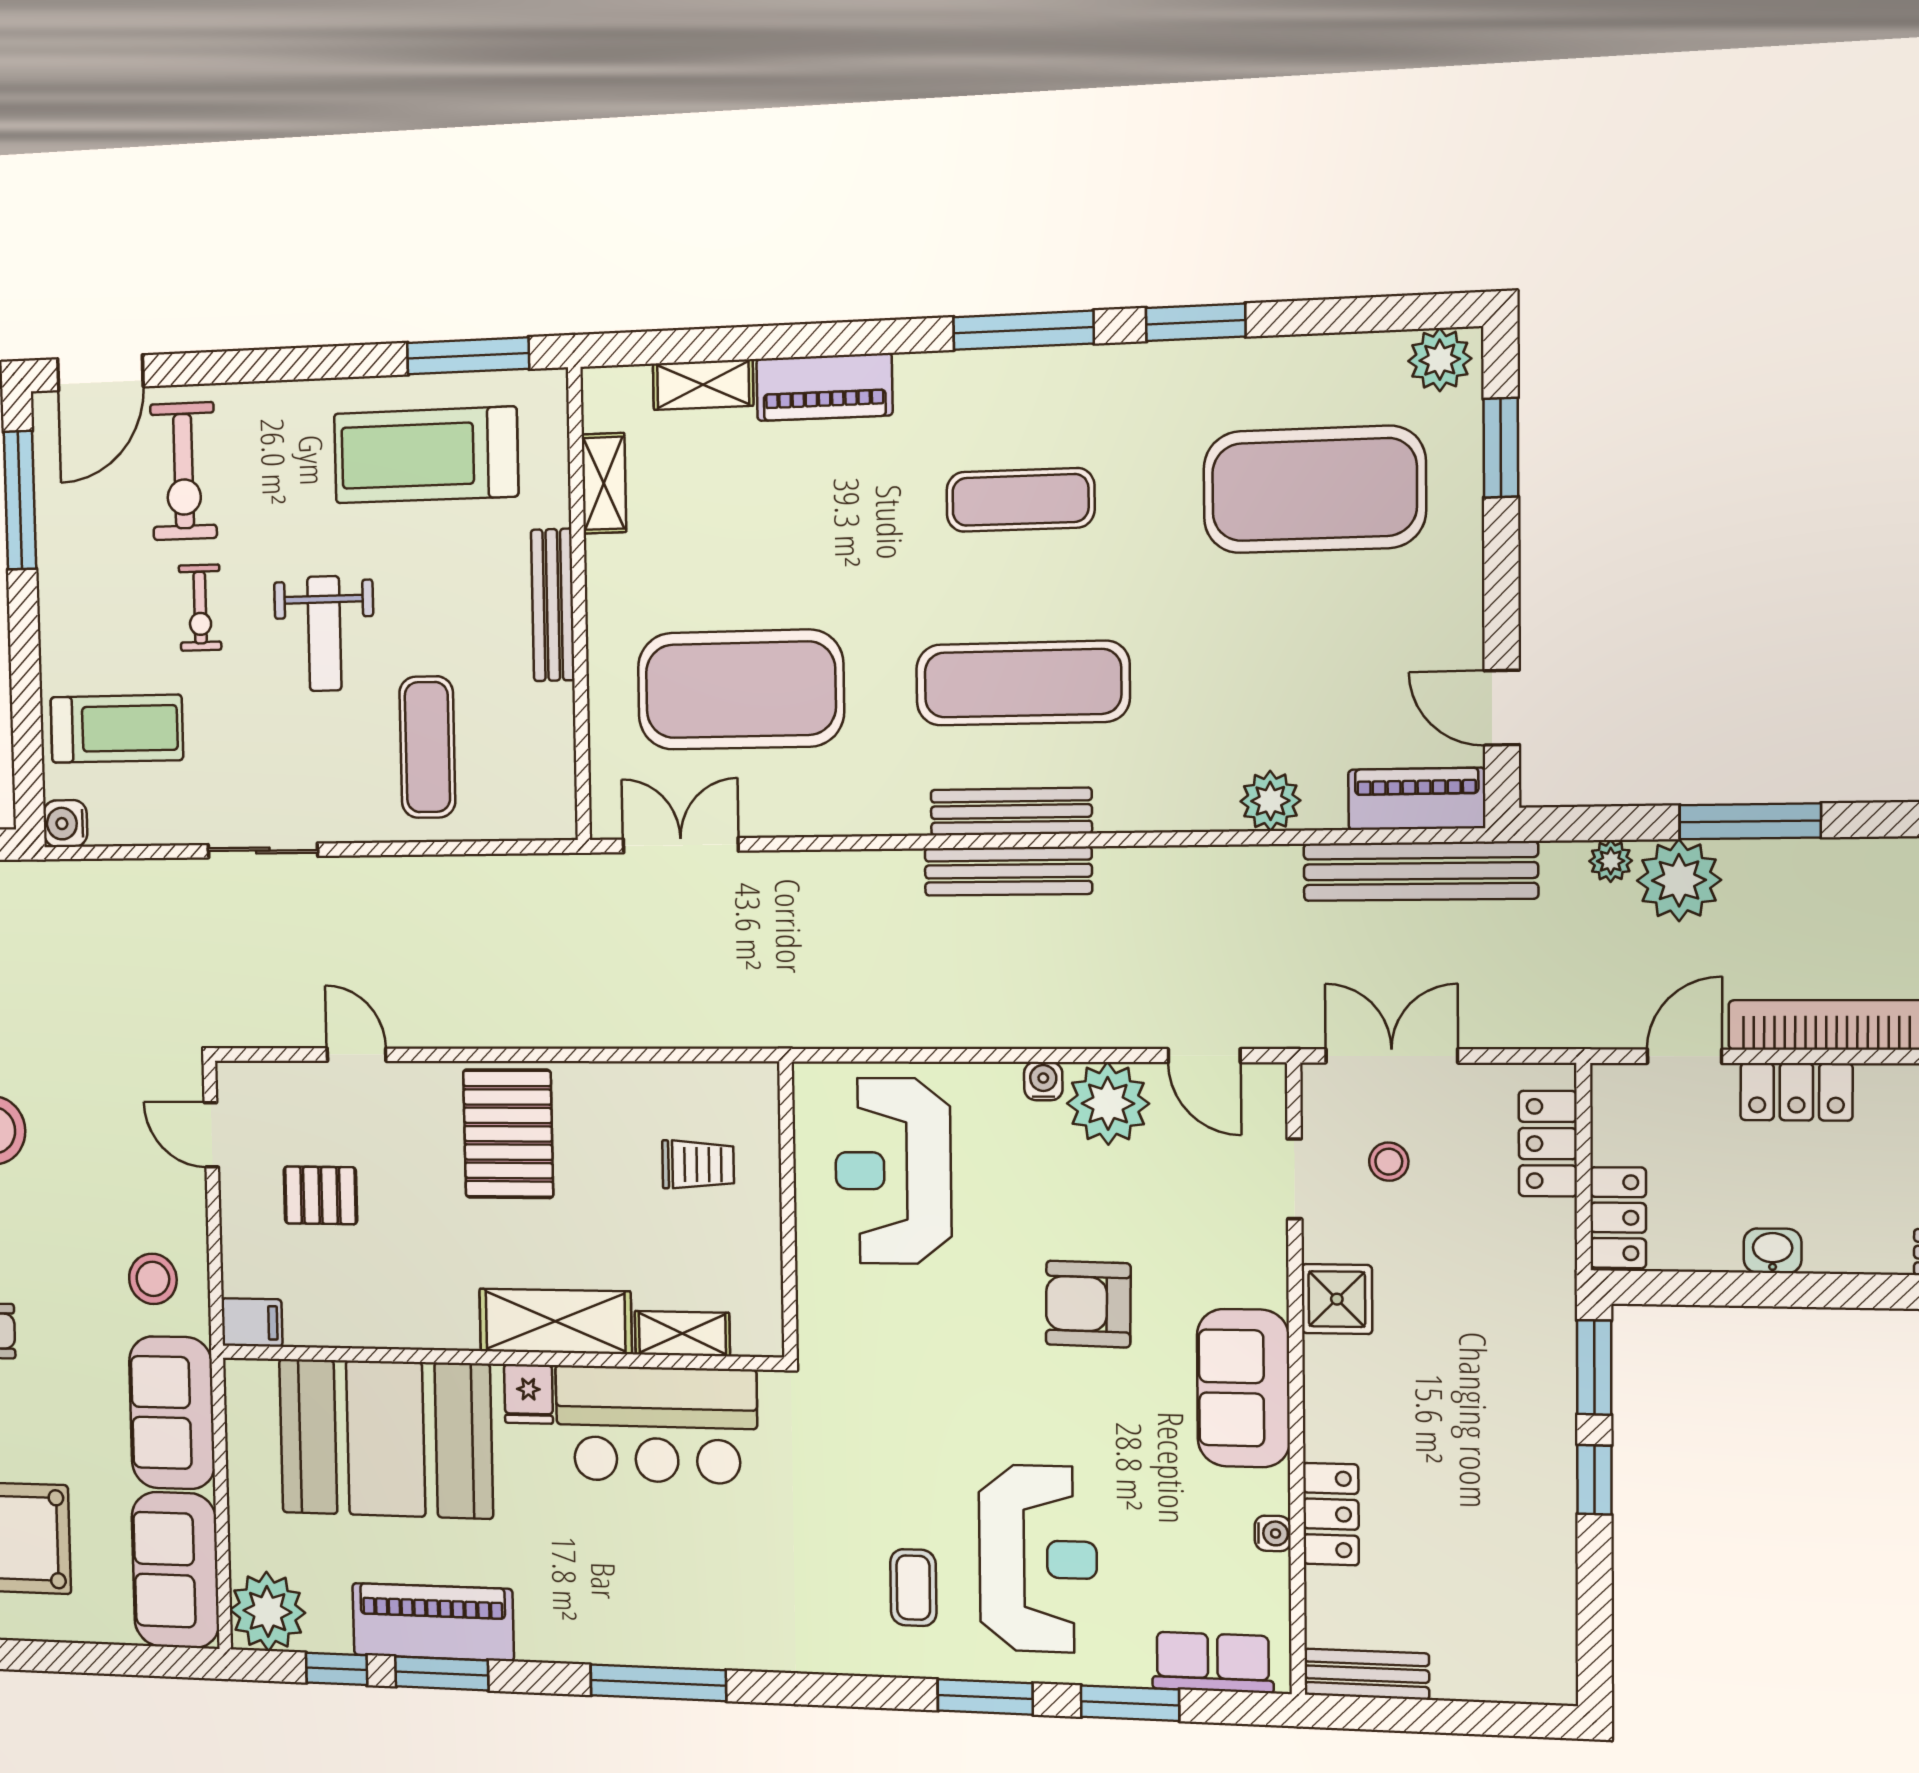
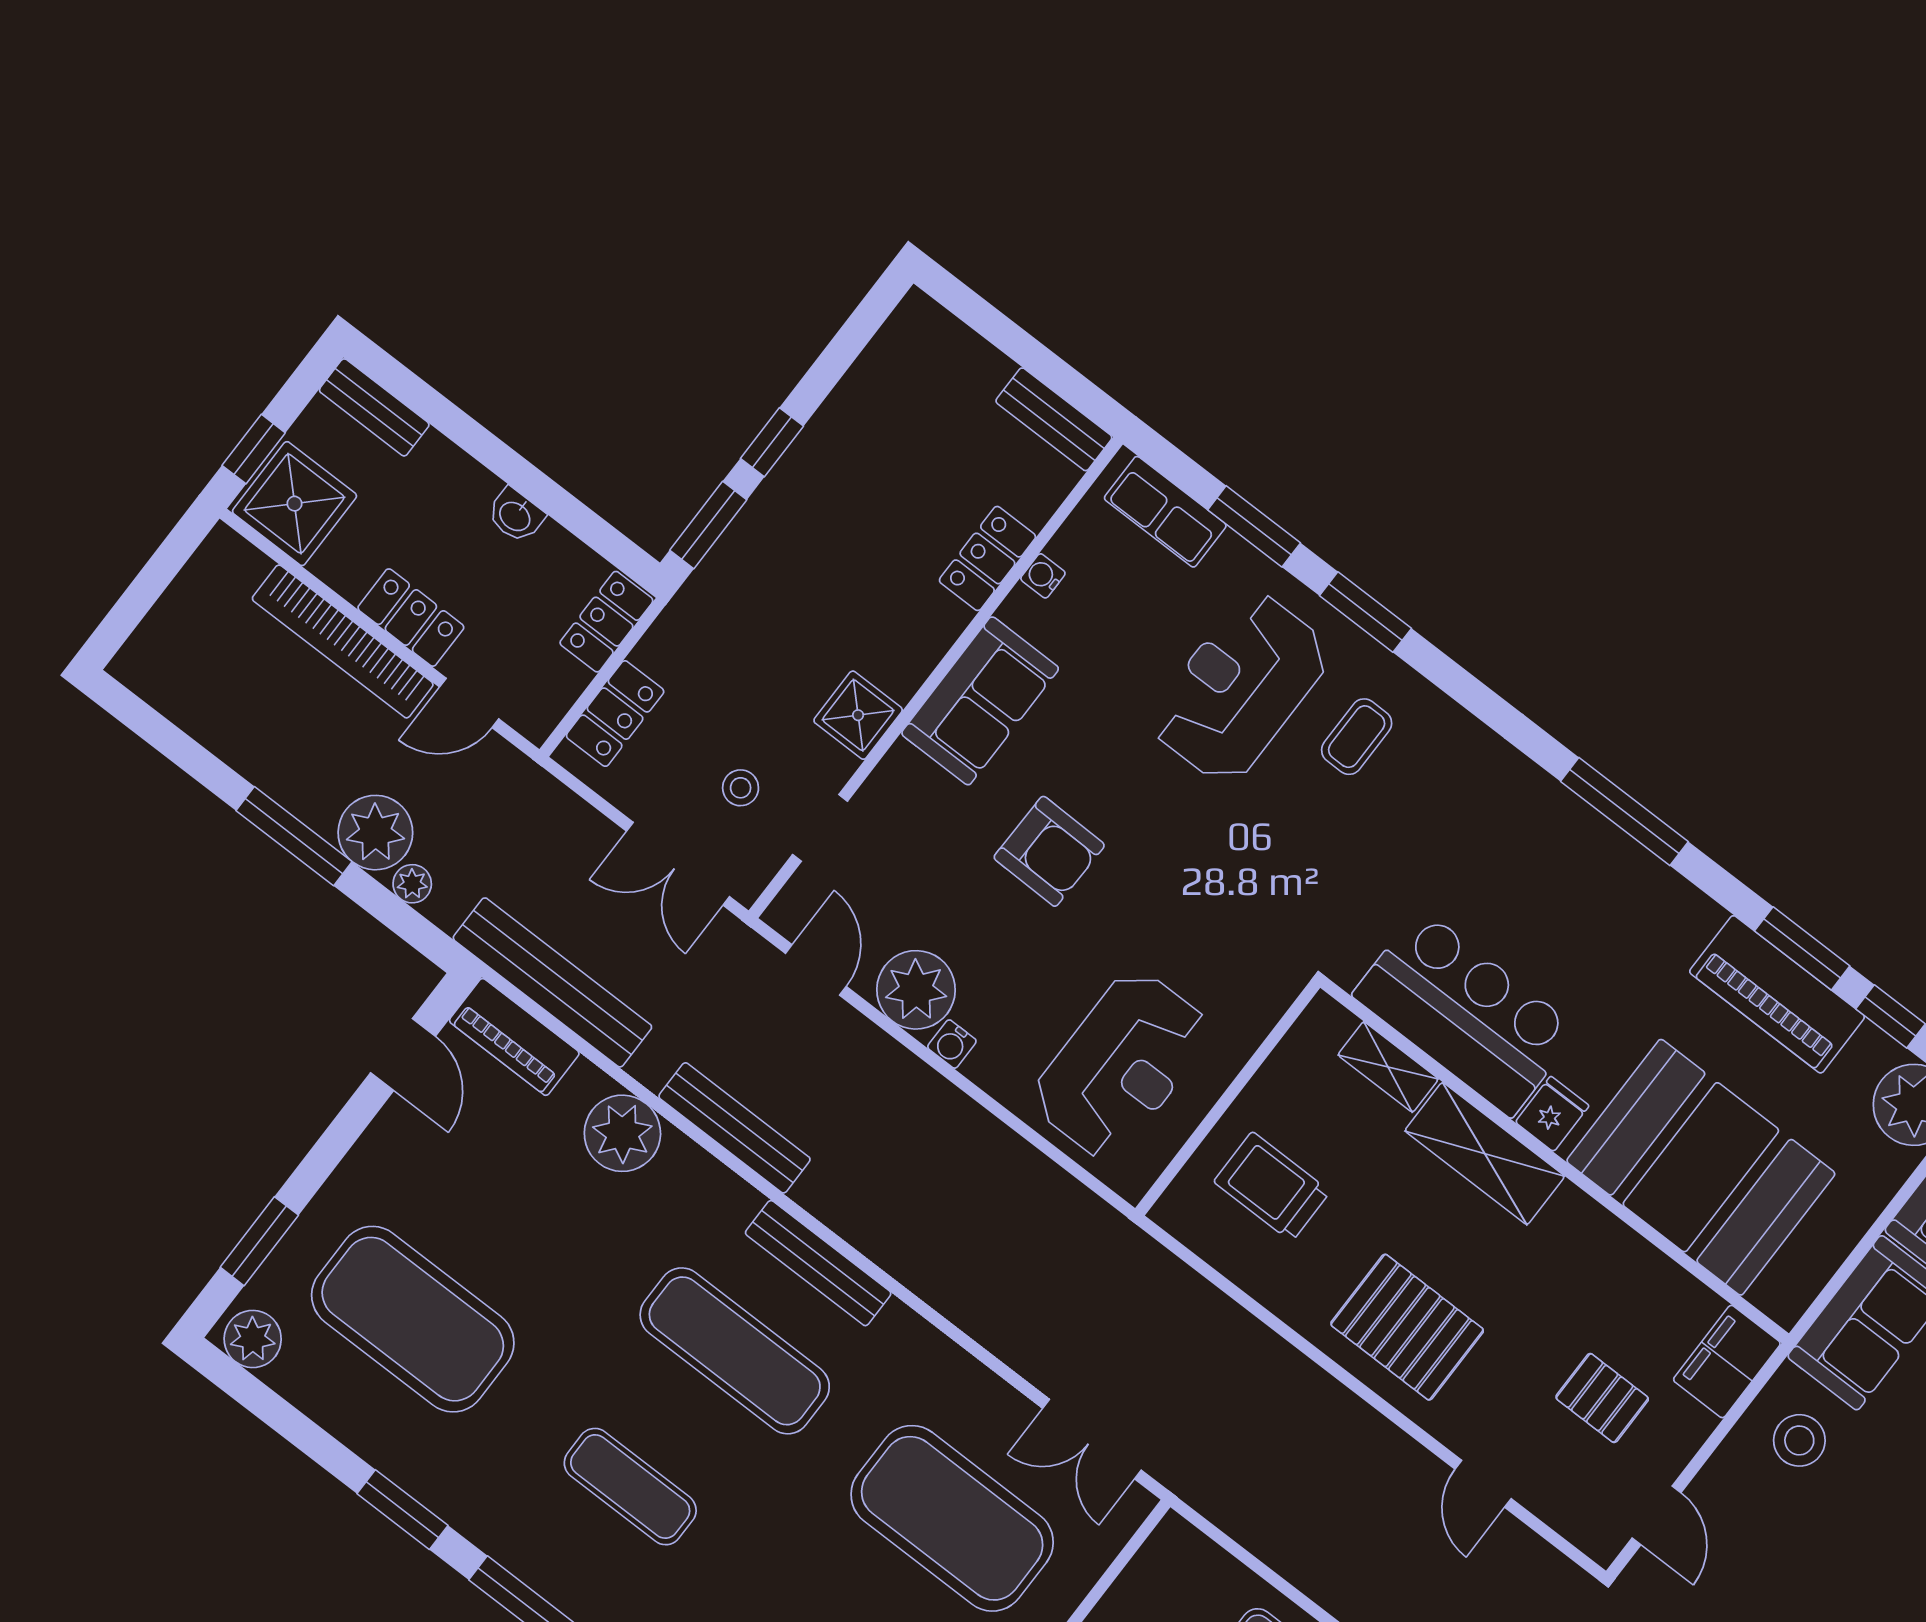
plant: (1270, 801) -> (622, 1133), width x1.36, depth x1.36
bench: (1008, 871) -> (735, 1128), moved
pallet: (508, 1134) -> (1407, 1327), turned 90
trolley: (698, 1165) -> (1272, 1187), width x1.36, depth x1.39
filing cabinet: (252, 1322) -> (1727, 1362), width x2.00

